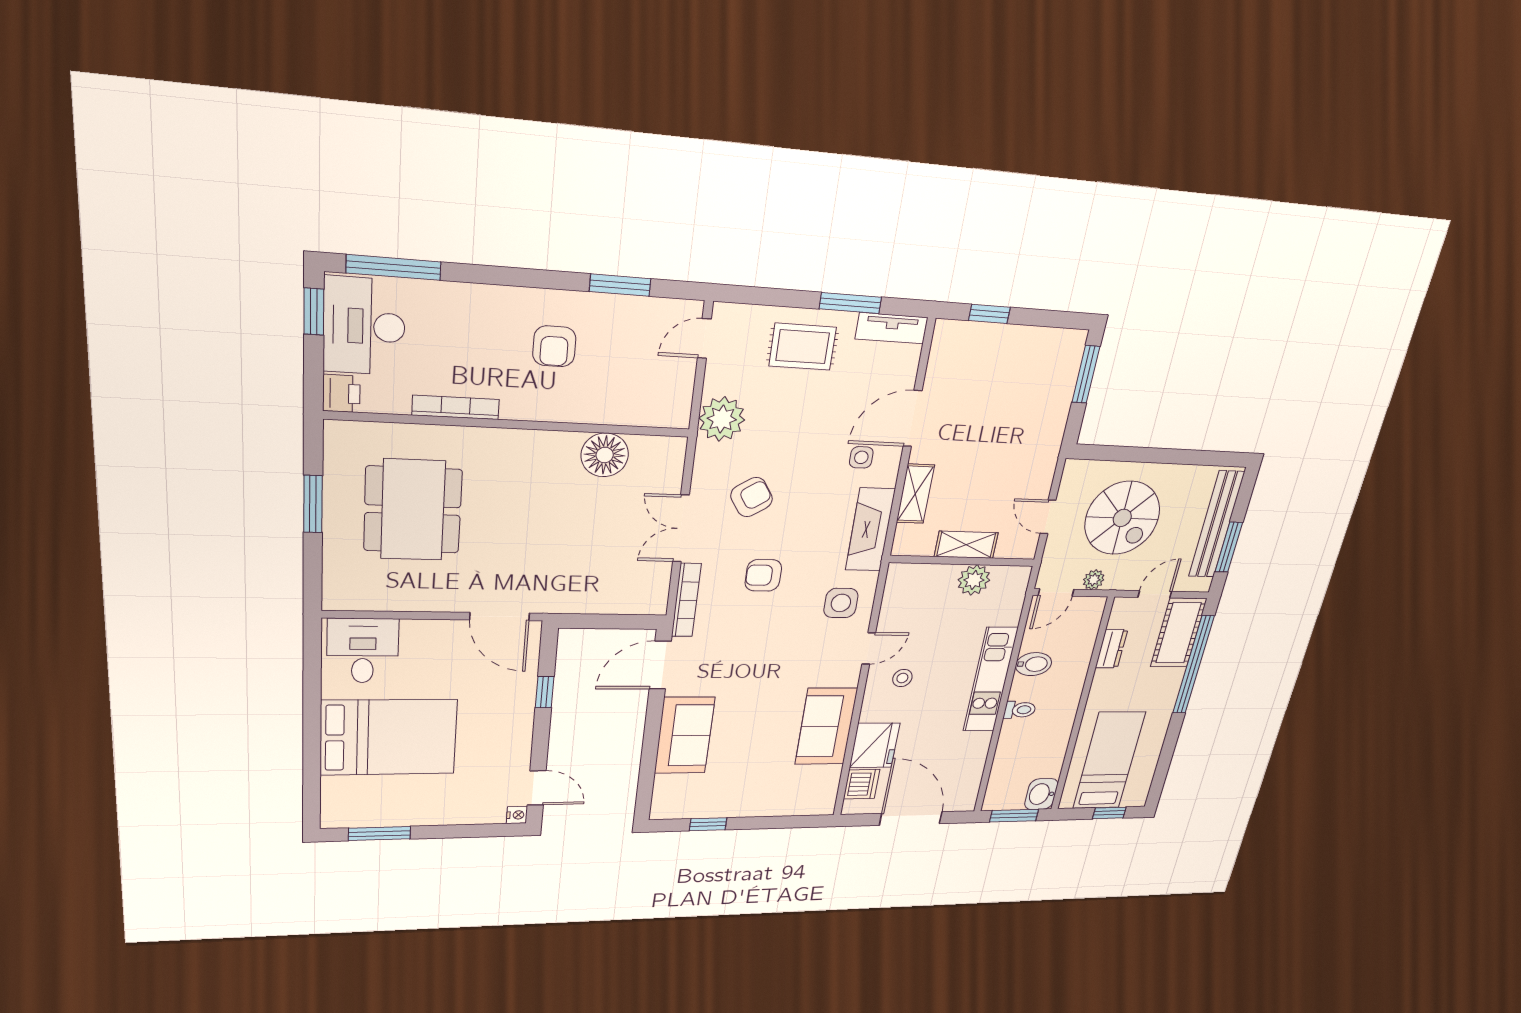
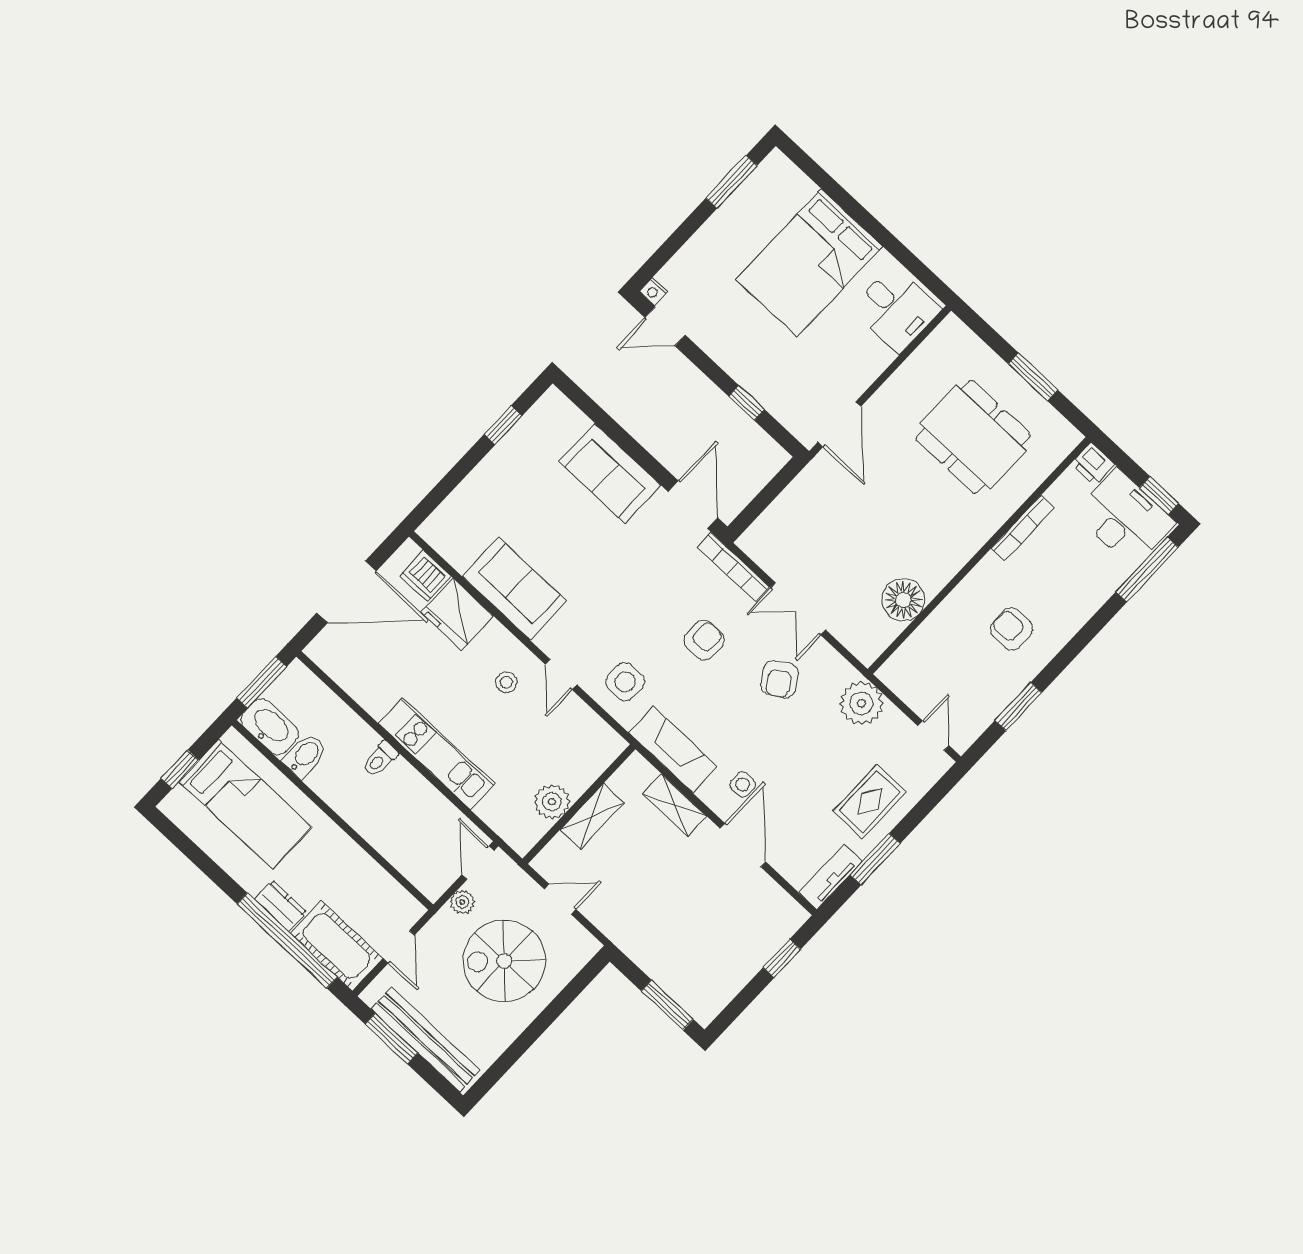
double door: (681, 528) -> (798, 609), swing flipped
door: (500, 616) -> (839, 424), swing flipped
dresser: (1111, 649) -> (280, 906), moved, turned 180
bidet: (1034, 664) -> (305, 756), moved, turned 180
washbasin: (1041, 794) -> (270, 727), width x1.38

